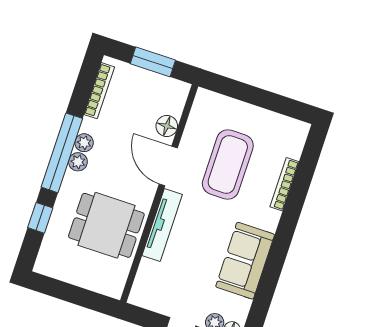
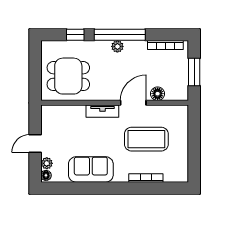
plant: (84, 143) -> (130, 46), removed
dining table: (106, 225) -> (68, 76), moved, turned 90
tv unit: (162, 225) -> (102, 111), width x0.71

